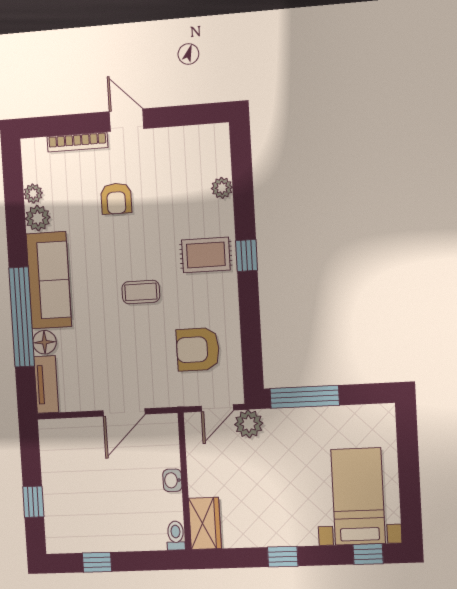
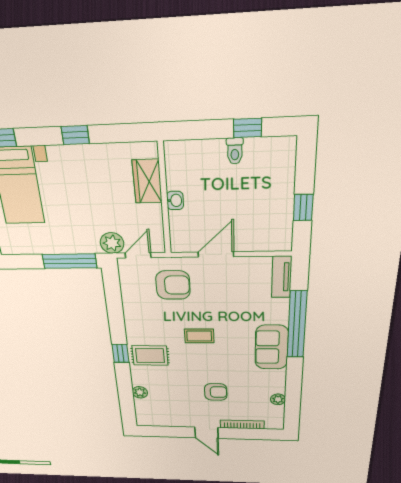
armchair: (116, 199) -> (216, 392), turned 90
plant: (38, 218) -> (276, 385), removed
sofa: (49, 280) -> (272, 347), width x0.73
floor lamp: (44, 342) -> (280, 307), removed
armchair: (198, 349) -> (173, 285), moved
window: (33, 502) -> (303, 207), moved
wardrobe: (205, 523) -> (147, 181), moved
toilet: (176, 536) -> (235, 151), moved

